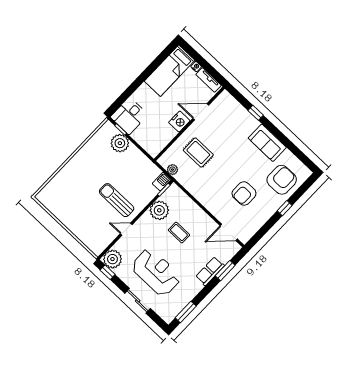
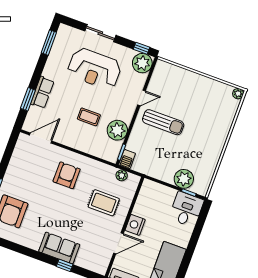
sofa: (267, 143) -> (59, 248), moved
armchair: (244, 193) -> (67, 175), moved
plant: (41, 197) -> (238, 94), added

